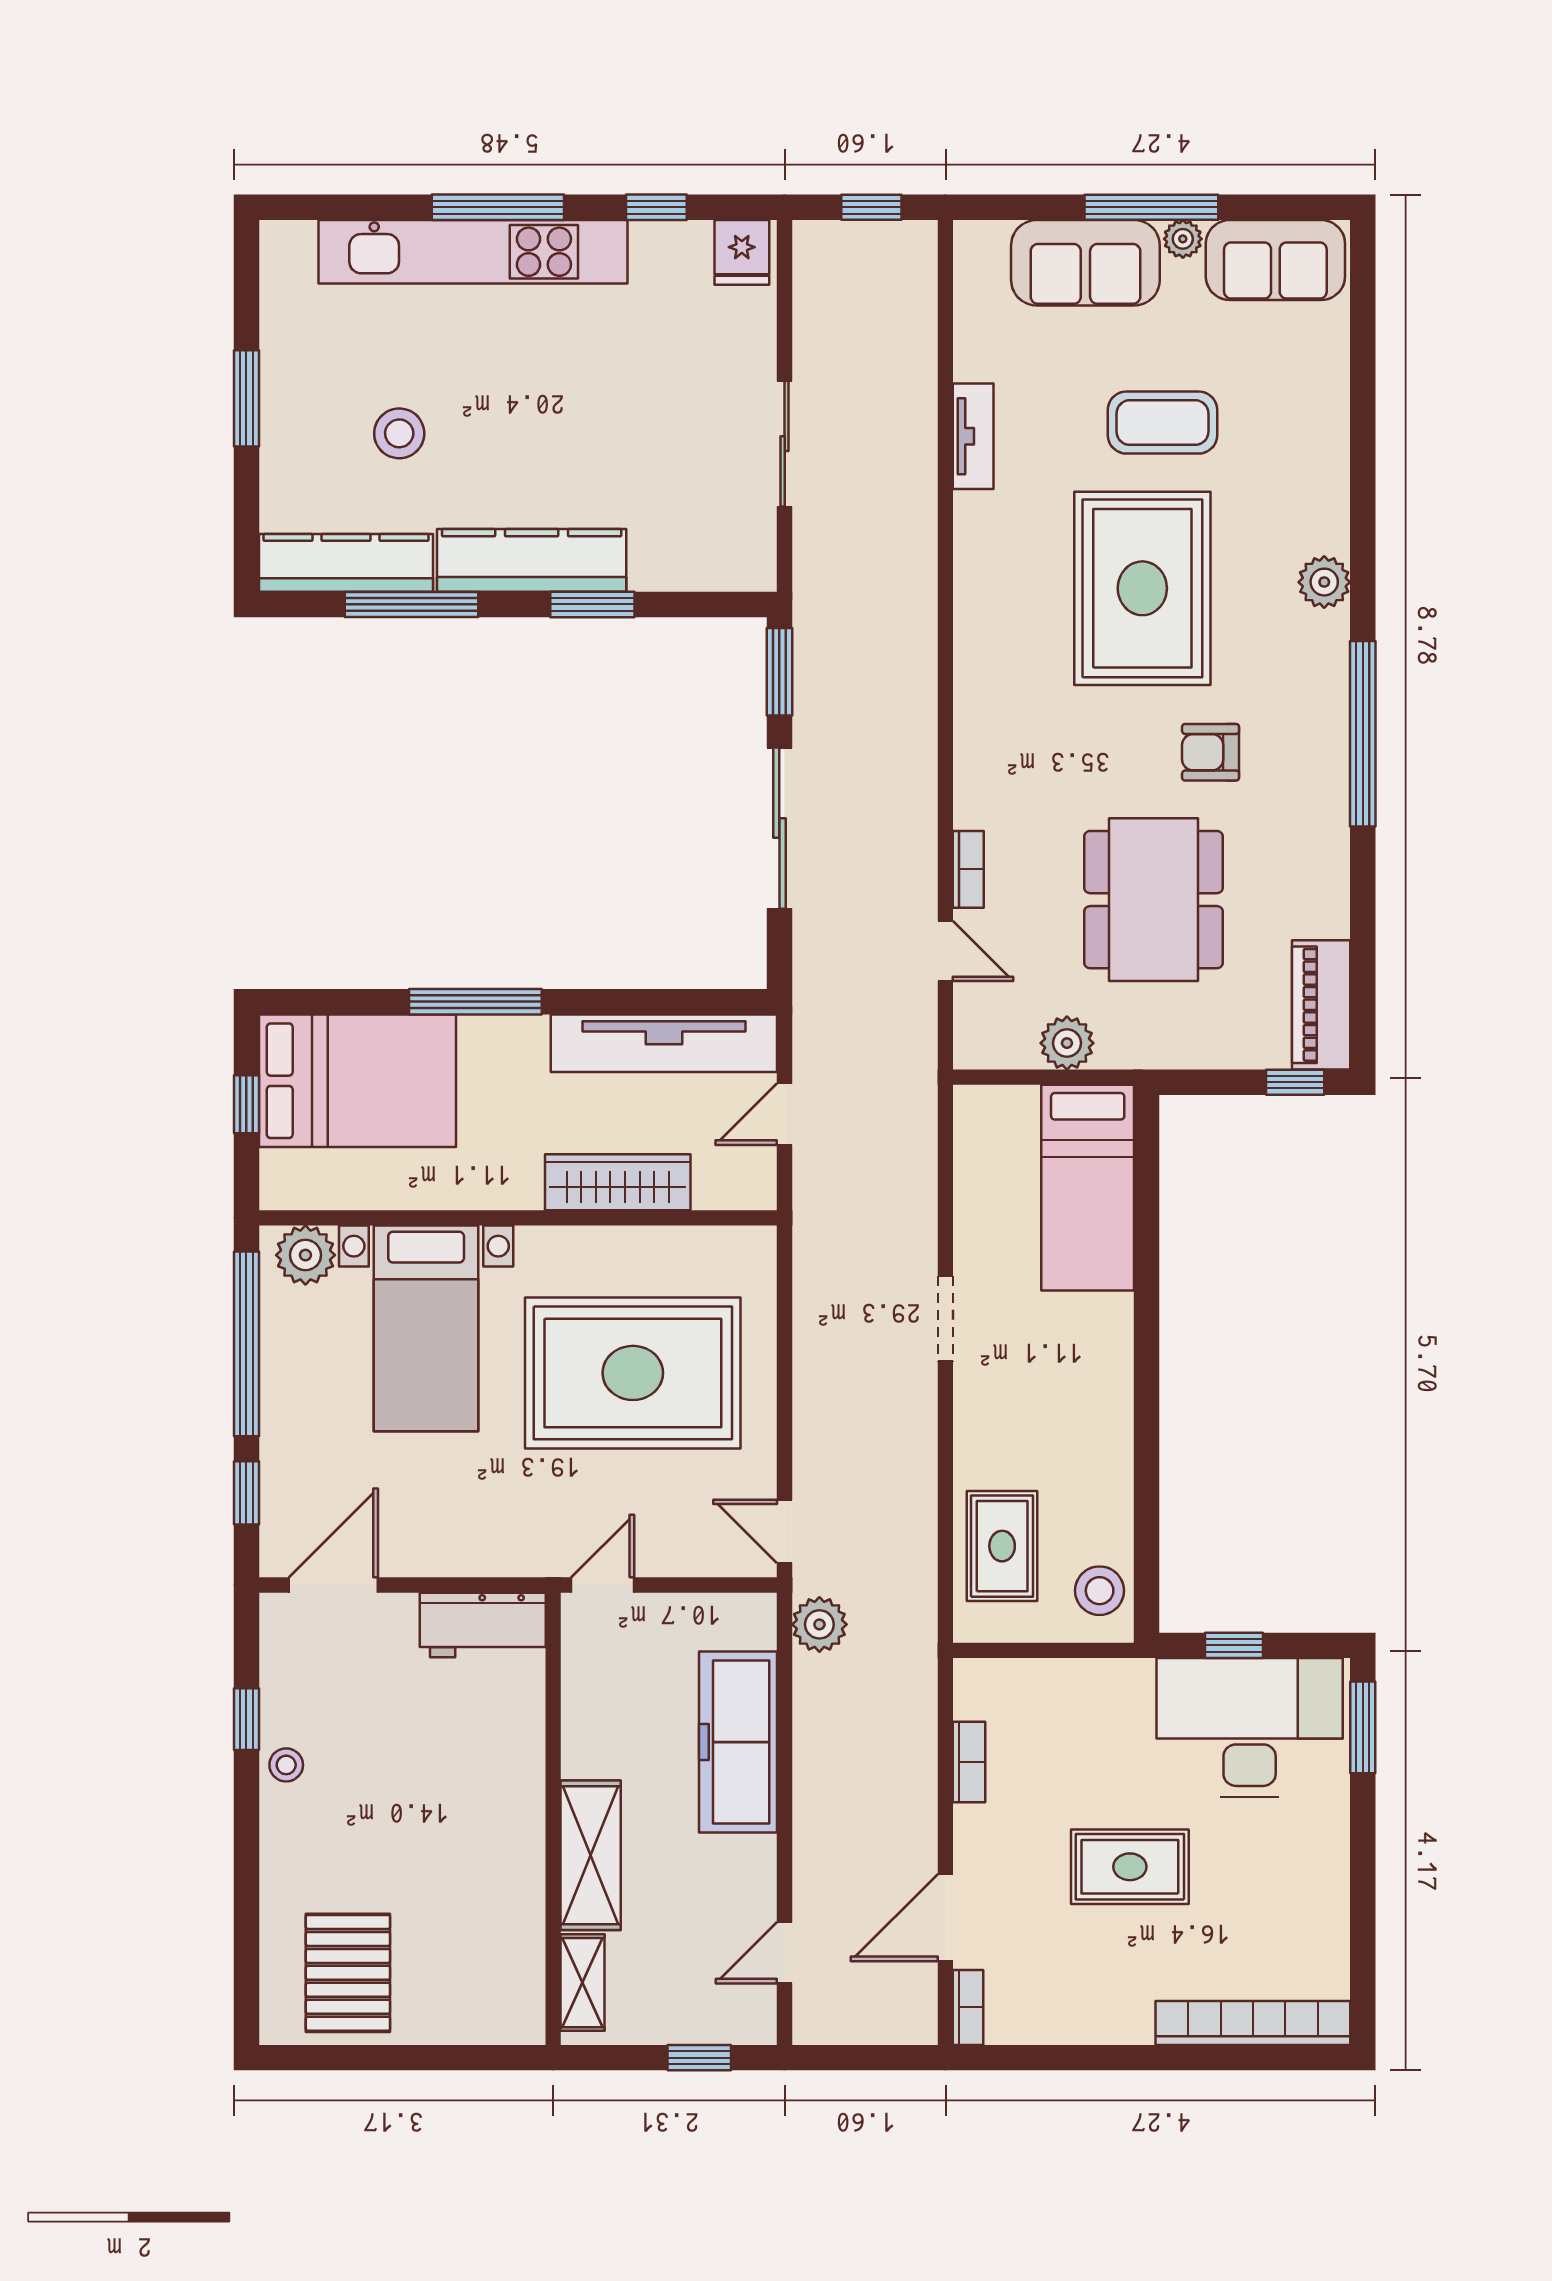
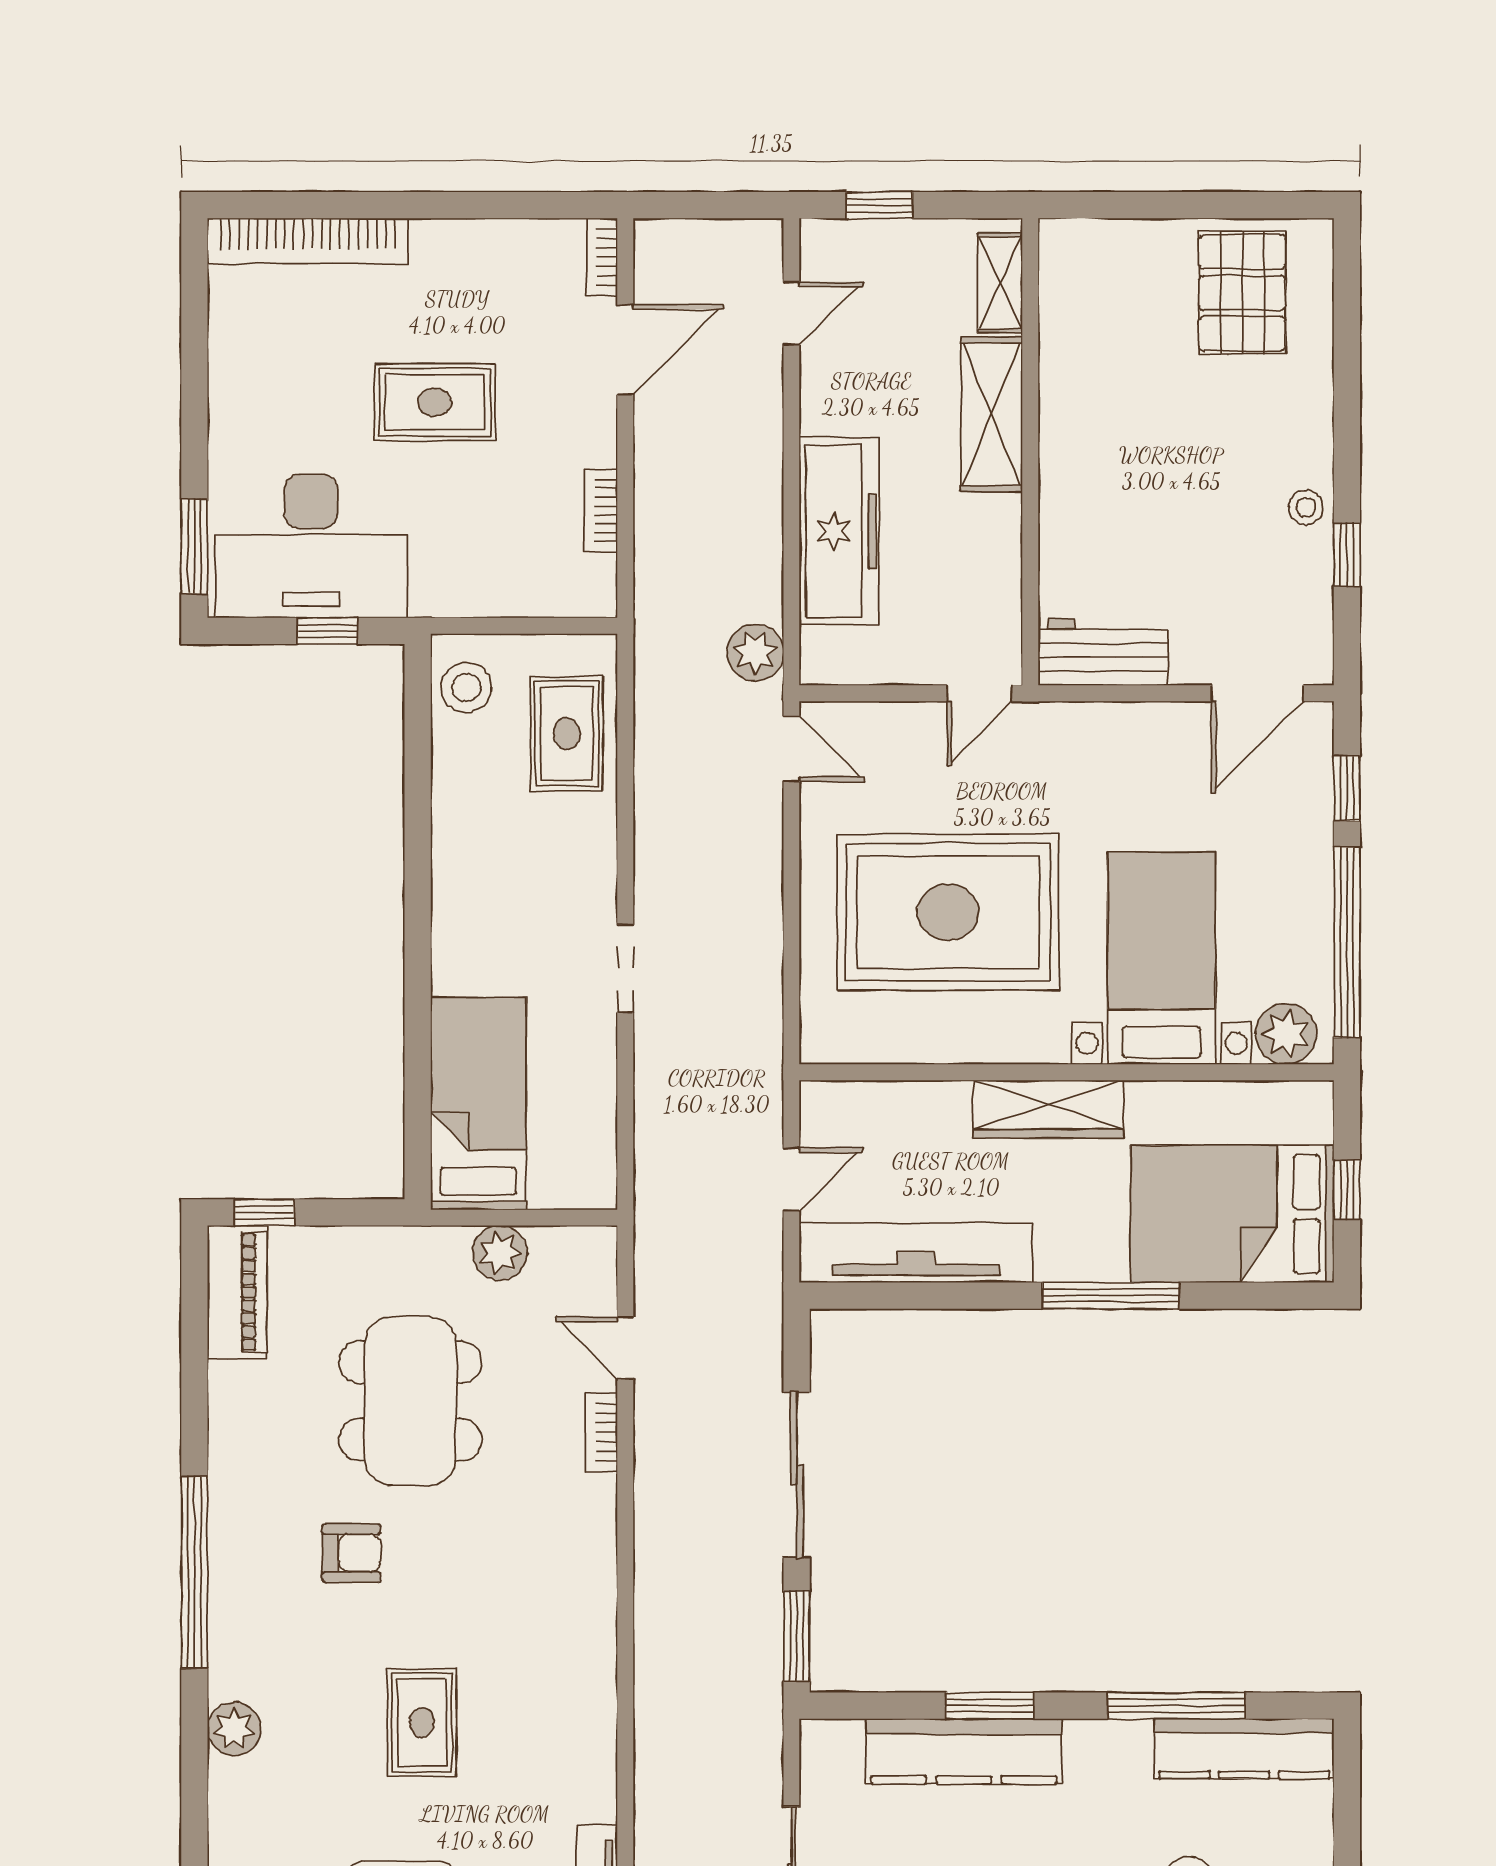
kitchen counter: (532, 560) -> (964, 1751), moved
rug: (1142, 588) -> (422, 1722), width x0.54, depth x0.49
wardrobe: (618, 1182) -> (1048, 1109), moved

